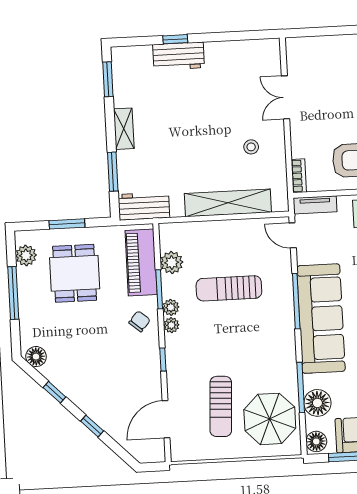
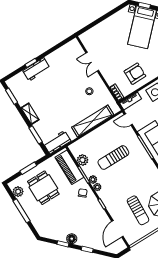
floor lamp: (36, 357) -> (72, 239), moved

